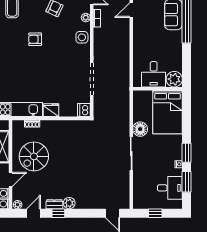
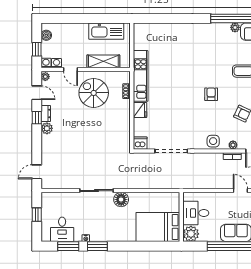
desk: (154, 74) -> (196, 213), moved
plant: (174, 79) -> (191, 234), moved
wall: (158, 89) -> (181, 217), moved
bed: (168, 112) -> (158, 227), moved

